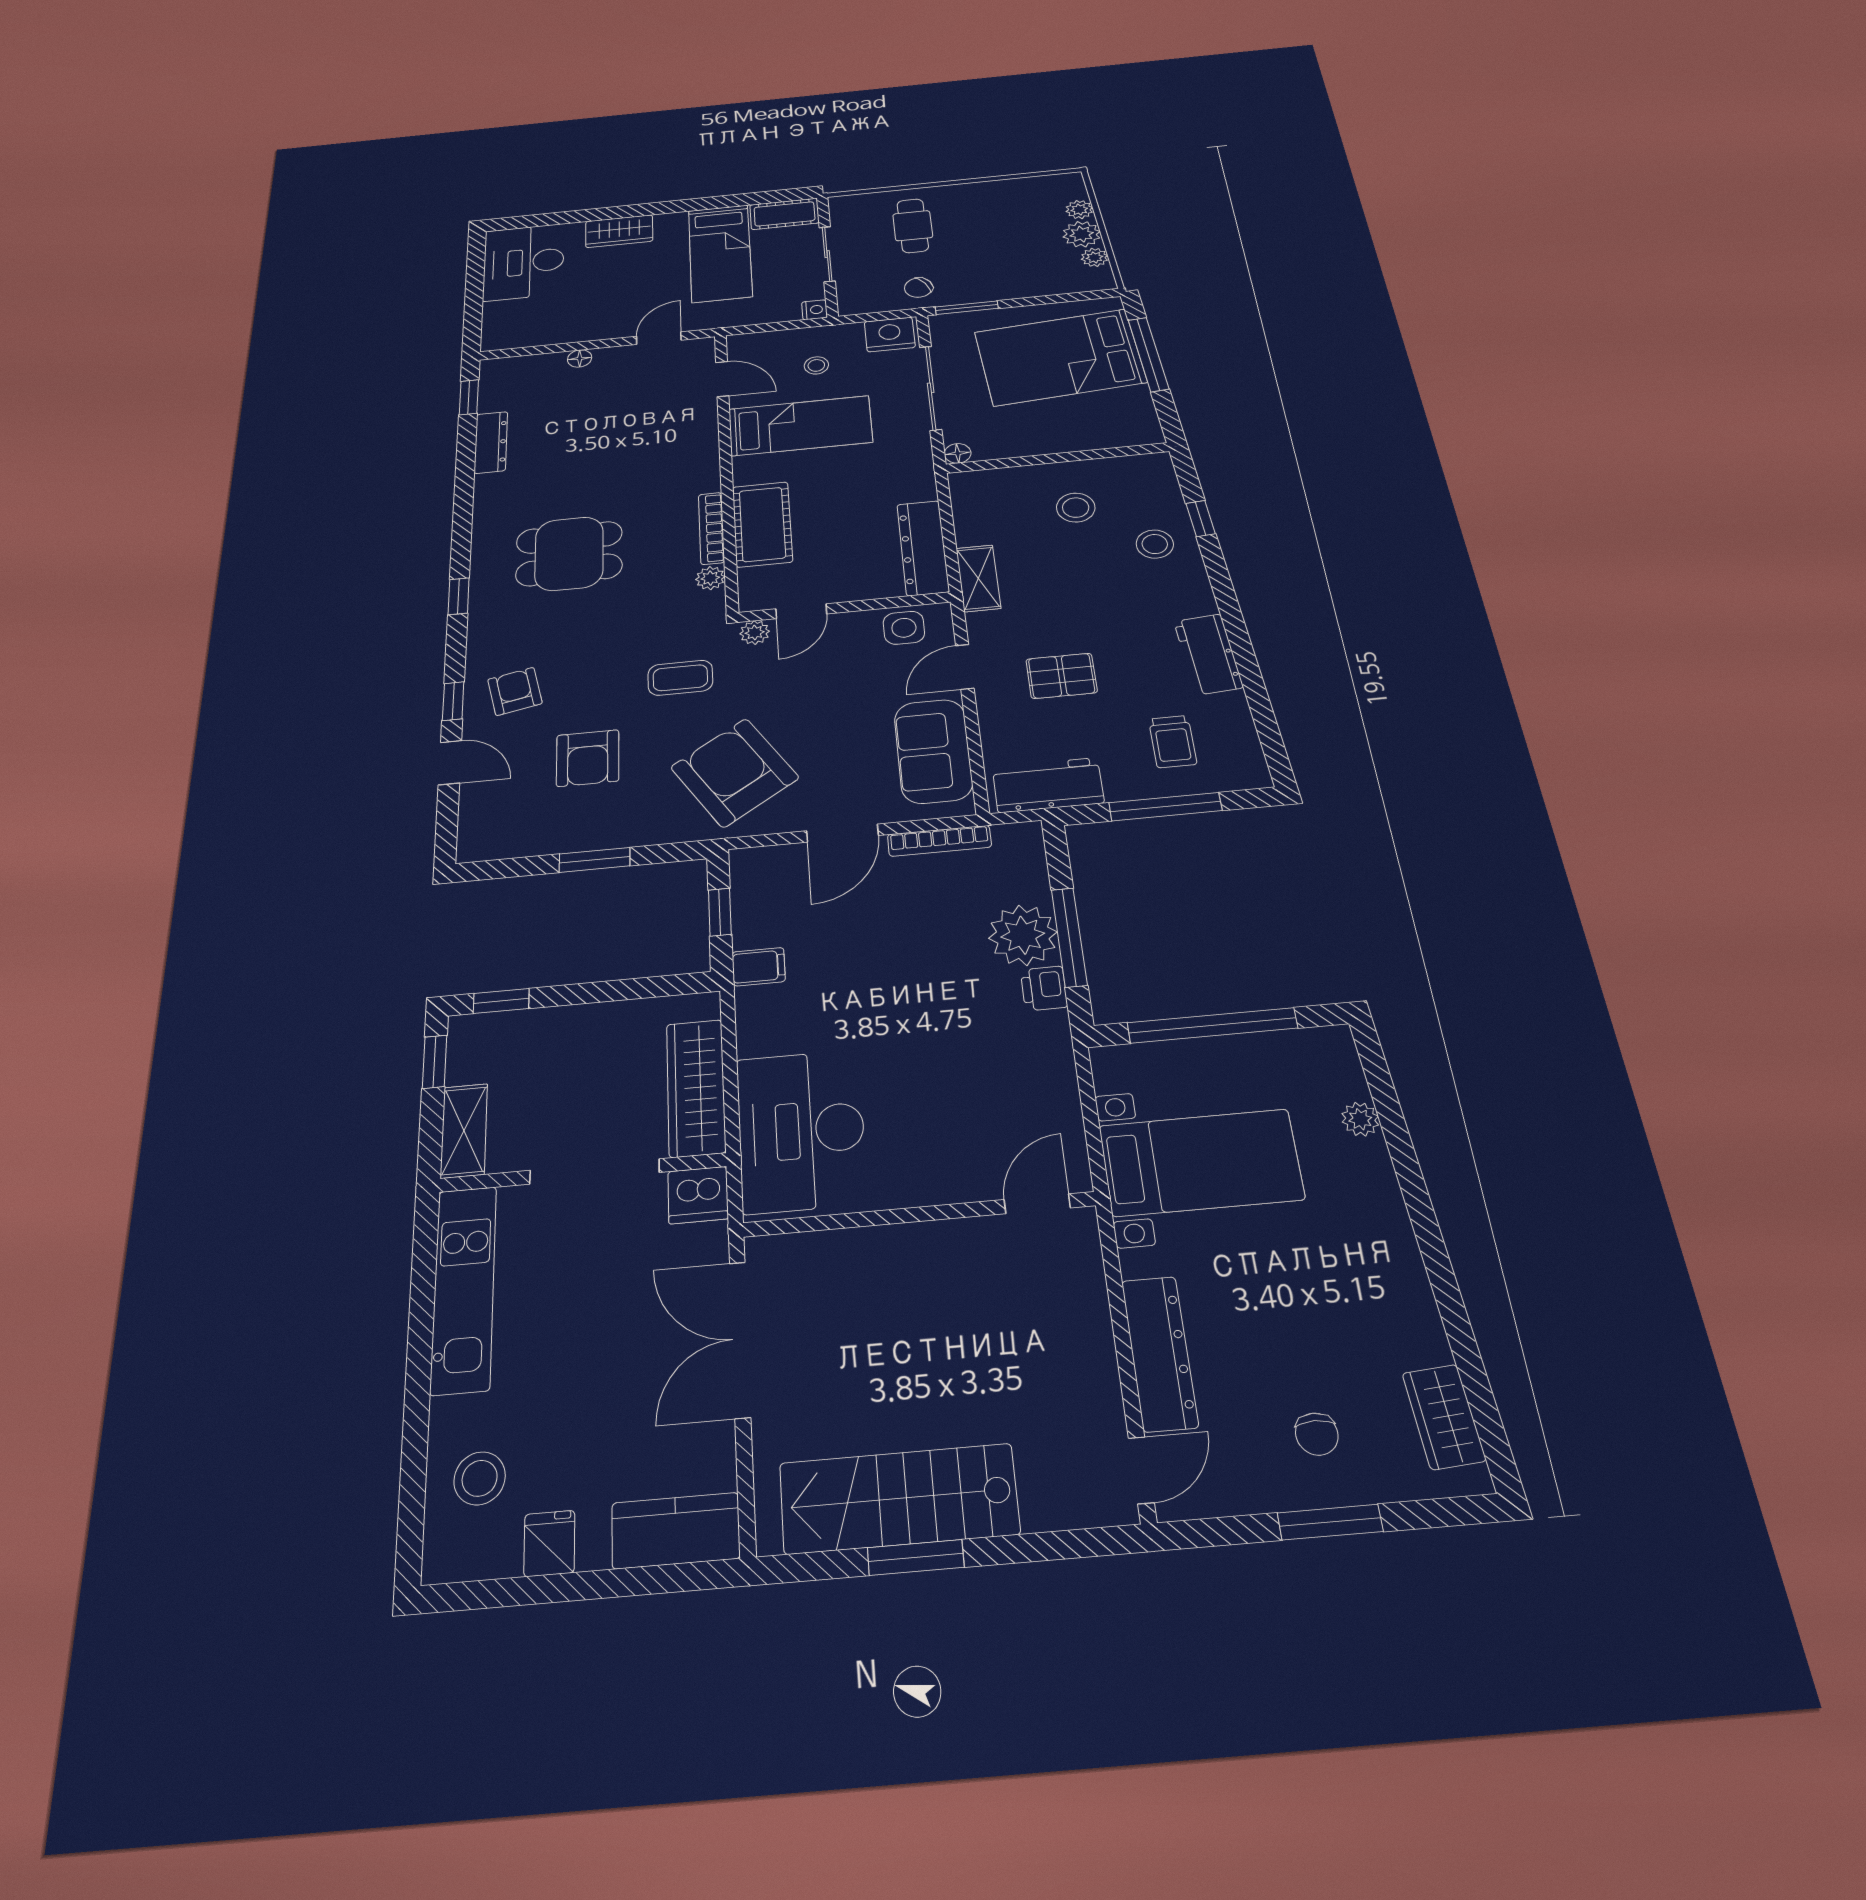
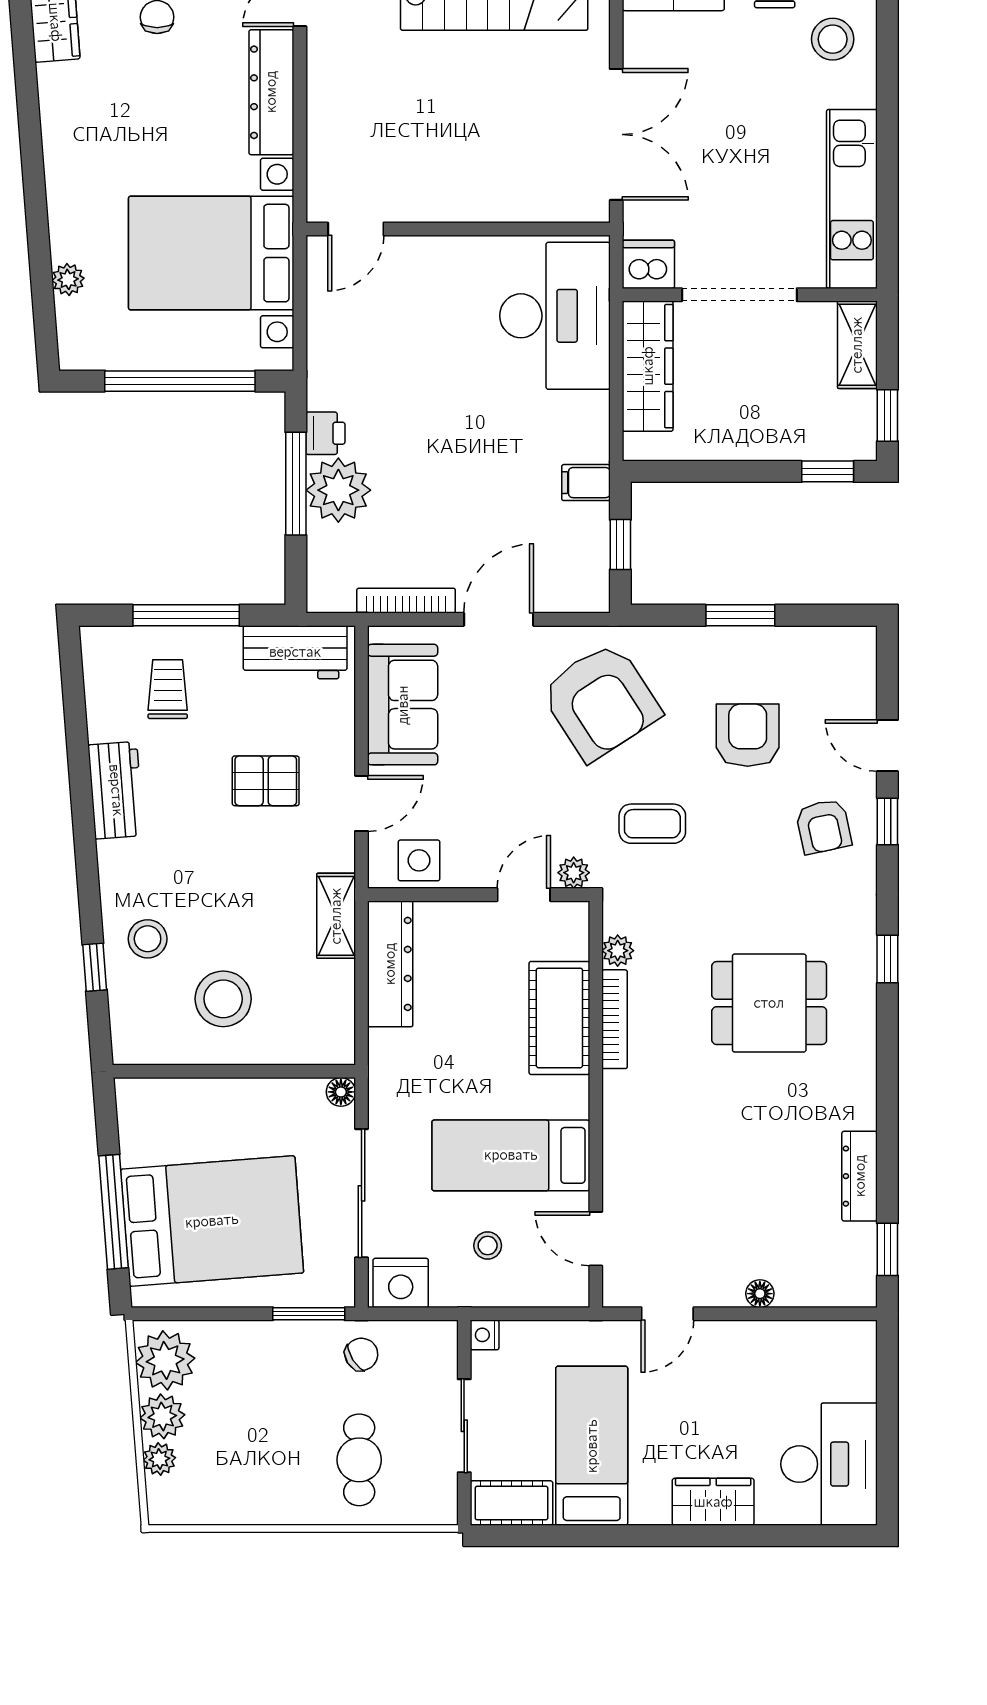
plant: (1095, 257) -> (165, 1360), width x1.87, depth x1.87
stool: (1076, 508) -> (223, 999), width x1.38, depth x1.38
bed with nightstands: (1201, 1162) -> (211, 253), width x1.36

